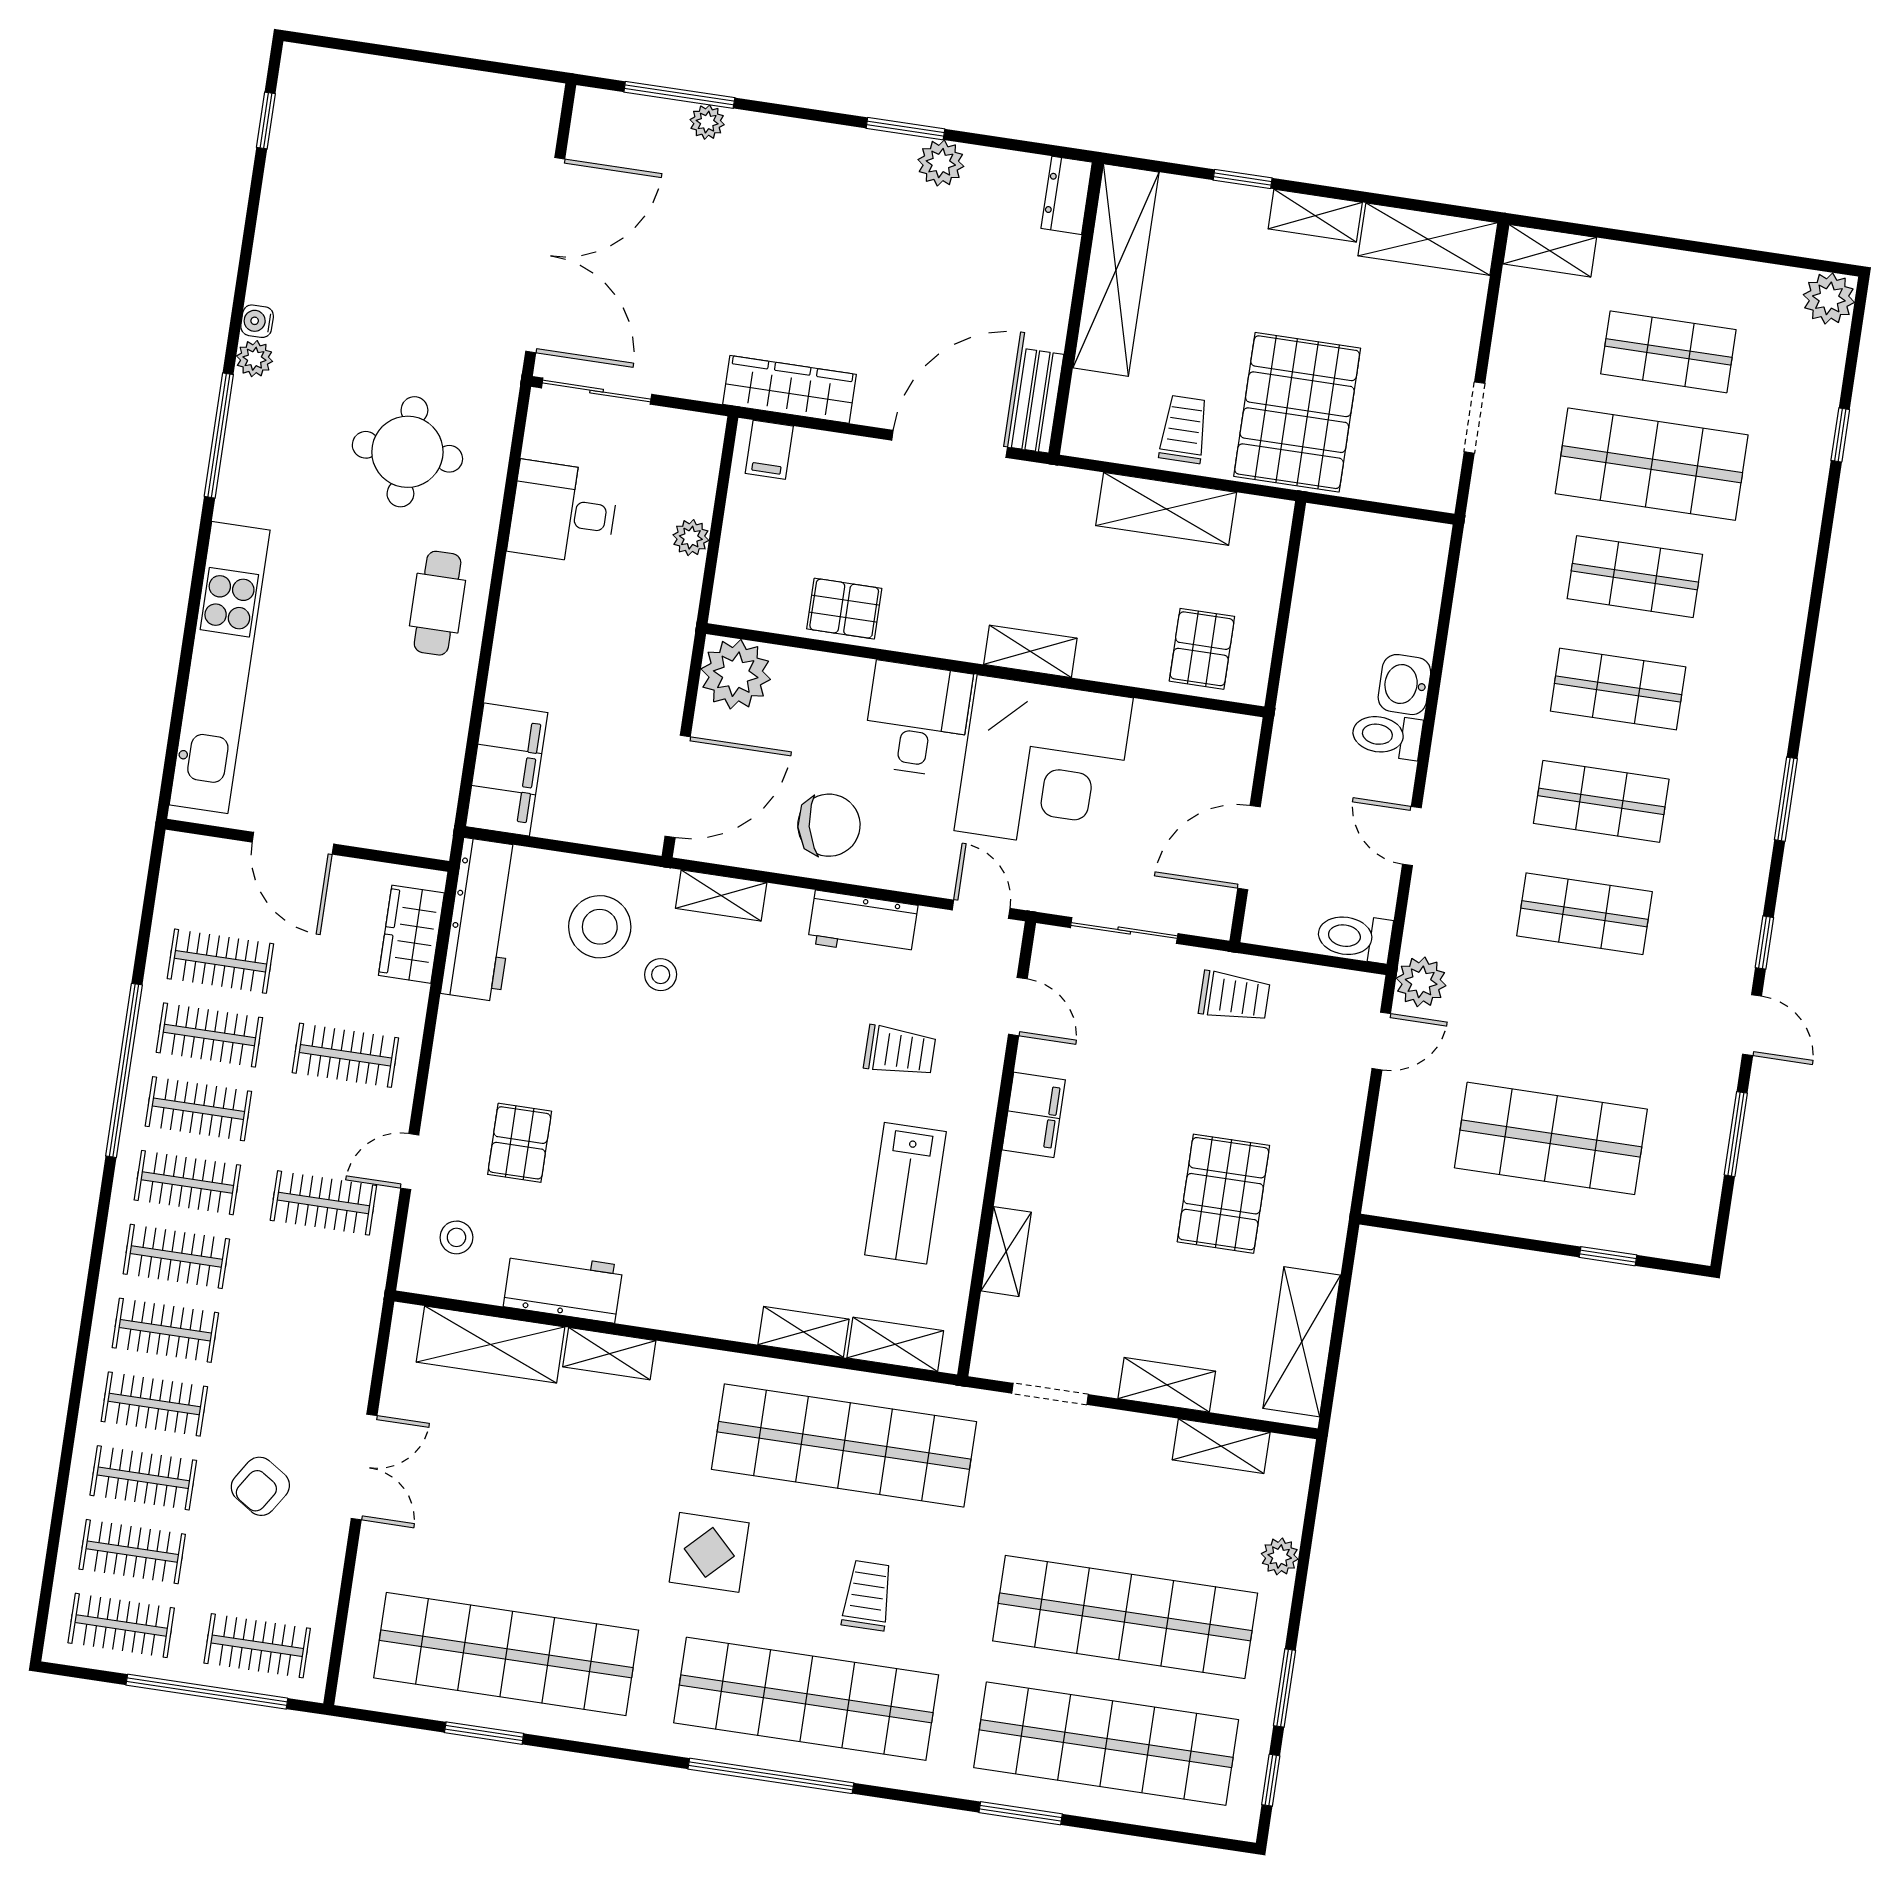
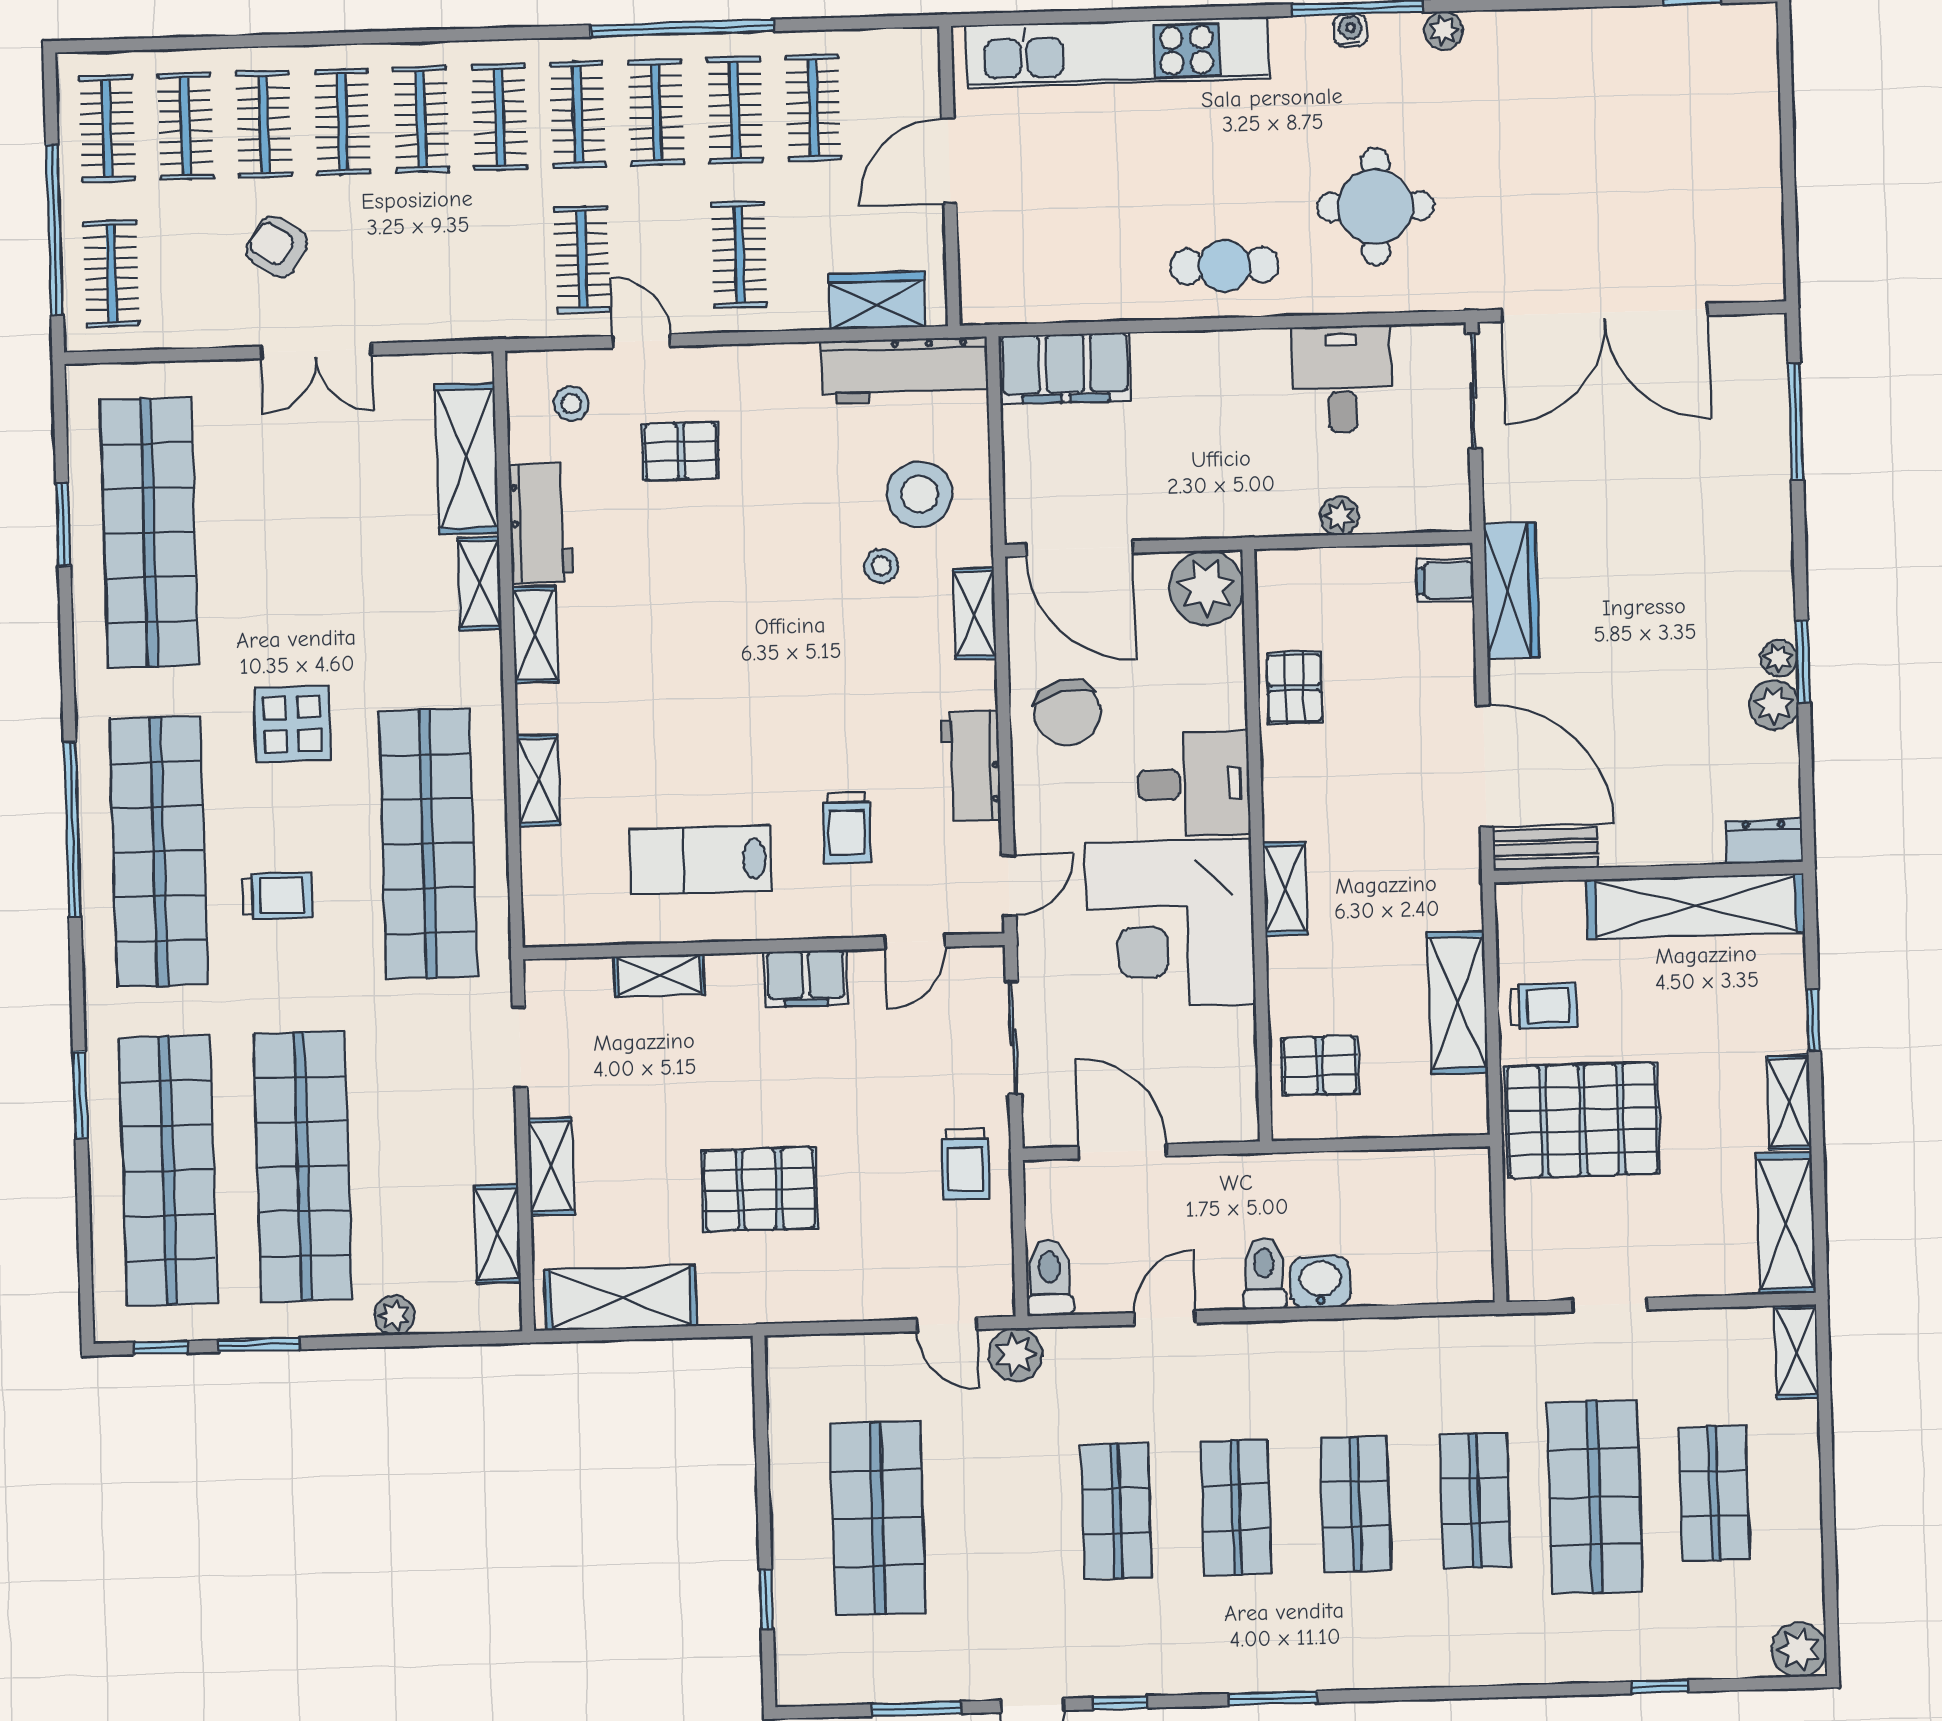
plant: (707, 122) -> (1779, 658), moved
water cooler: (257, 321) -> (1351, 30), moved
shelving: (895, 1344) -> (535, 635), moved

